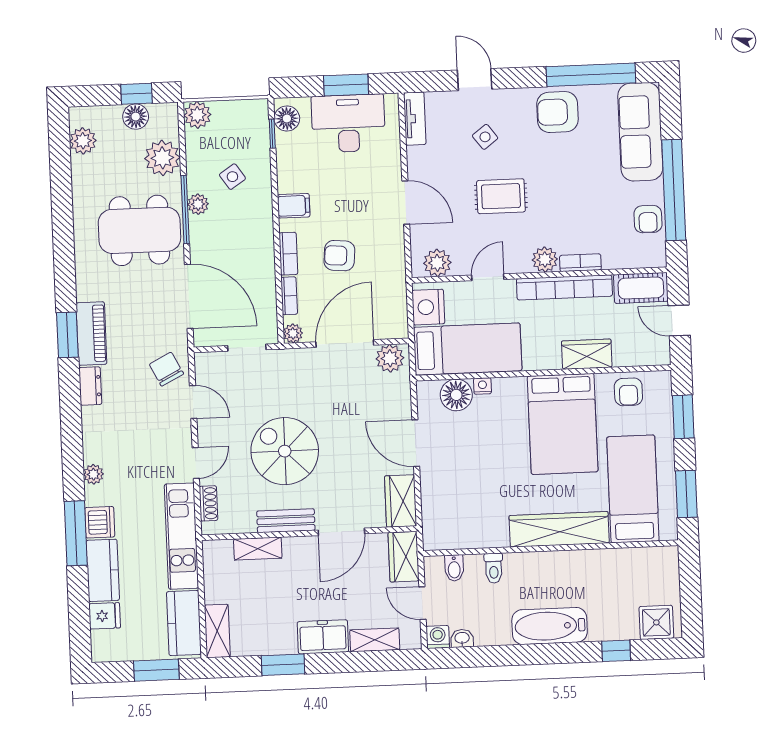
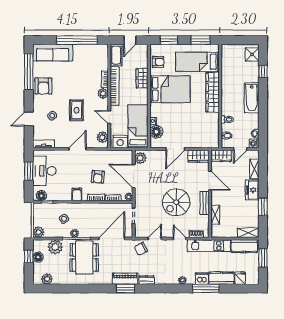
armchair: (648, 219) -> (88, 51), removed

